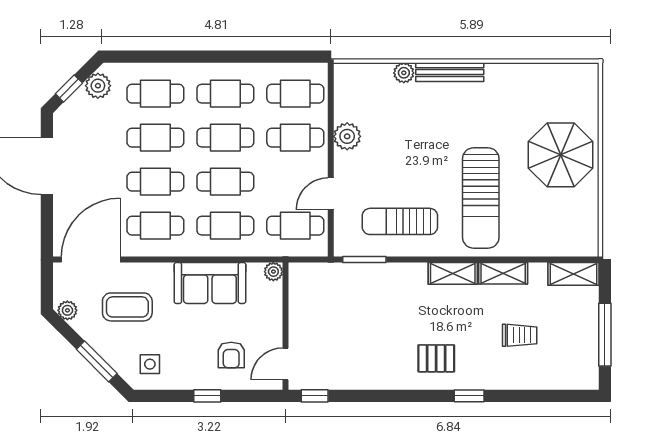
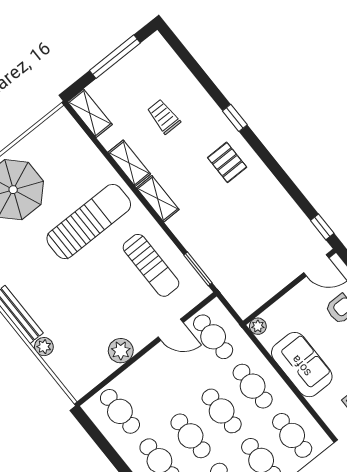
cafe table: (295, 138) -> (151, 387), removed

